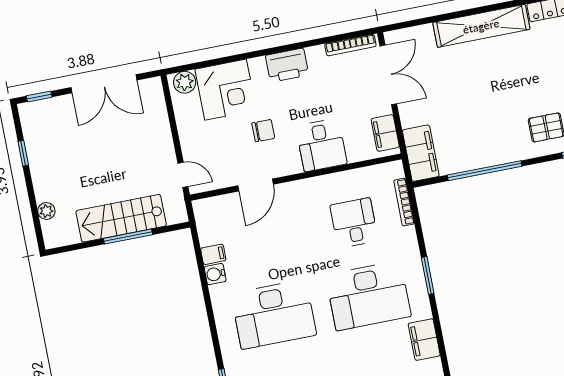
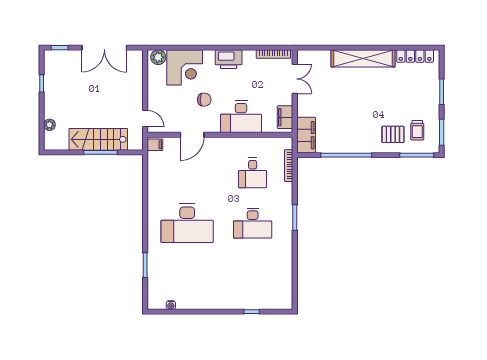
double door: (388, 75) -> (295, 79), width x0.73
desk: (321, 145) -> (241, 117), width x1.37
desk: (354, 223) -> (253, 173), turned 180
filing cabinet: (213, 254) -> (155, 145), moved
water cooler: (215, 274) -> (154, 189), removed
desk: (368, 296) -> (253, 223), width x0.73, depth x0.77
filing cabinet: (424, 340) -> (284, 260), removed

